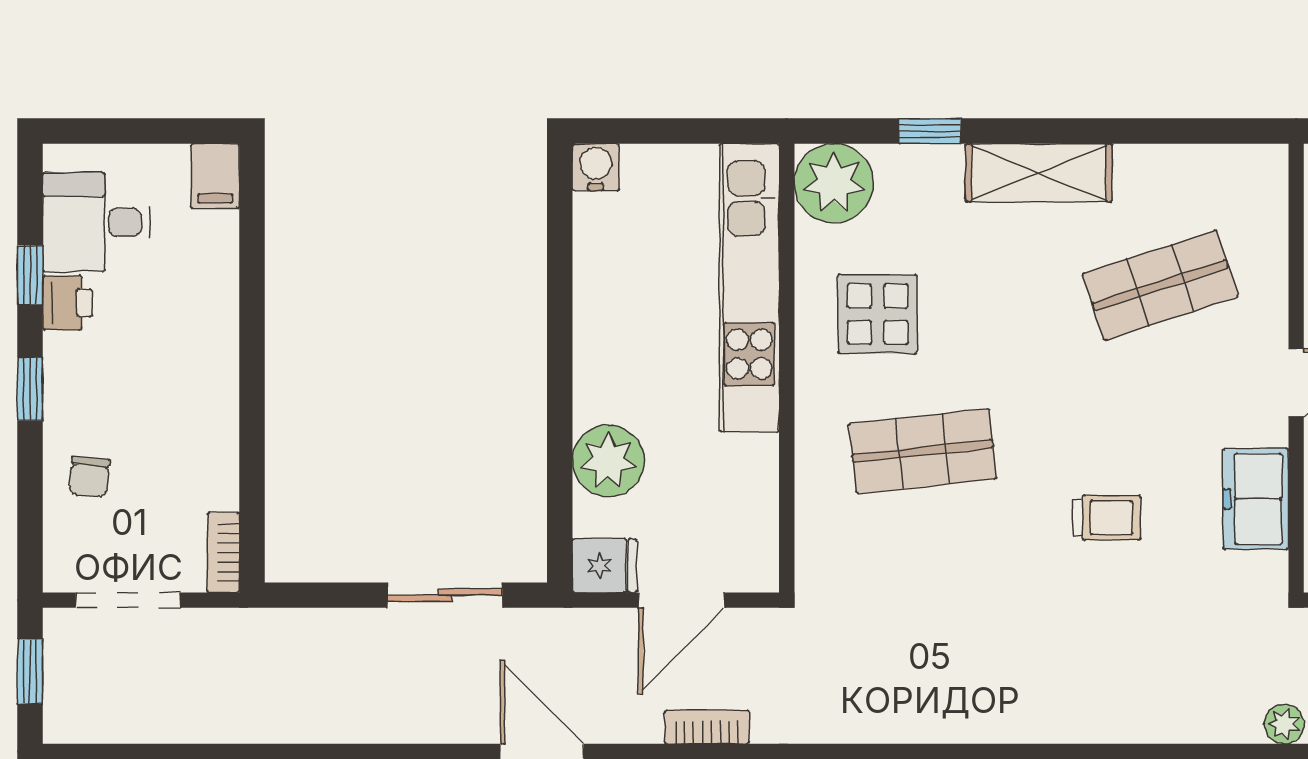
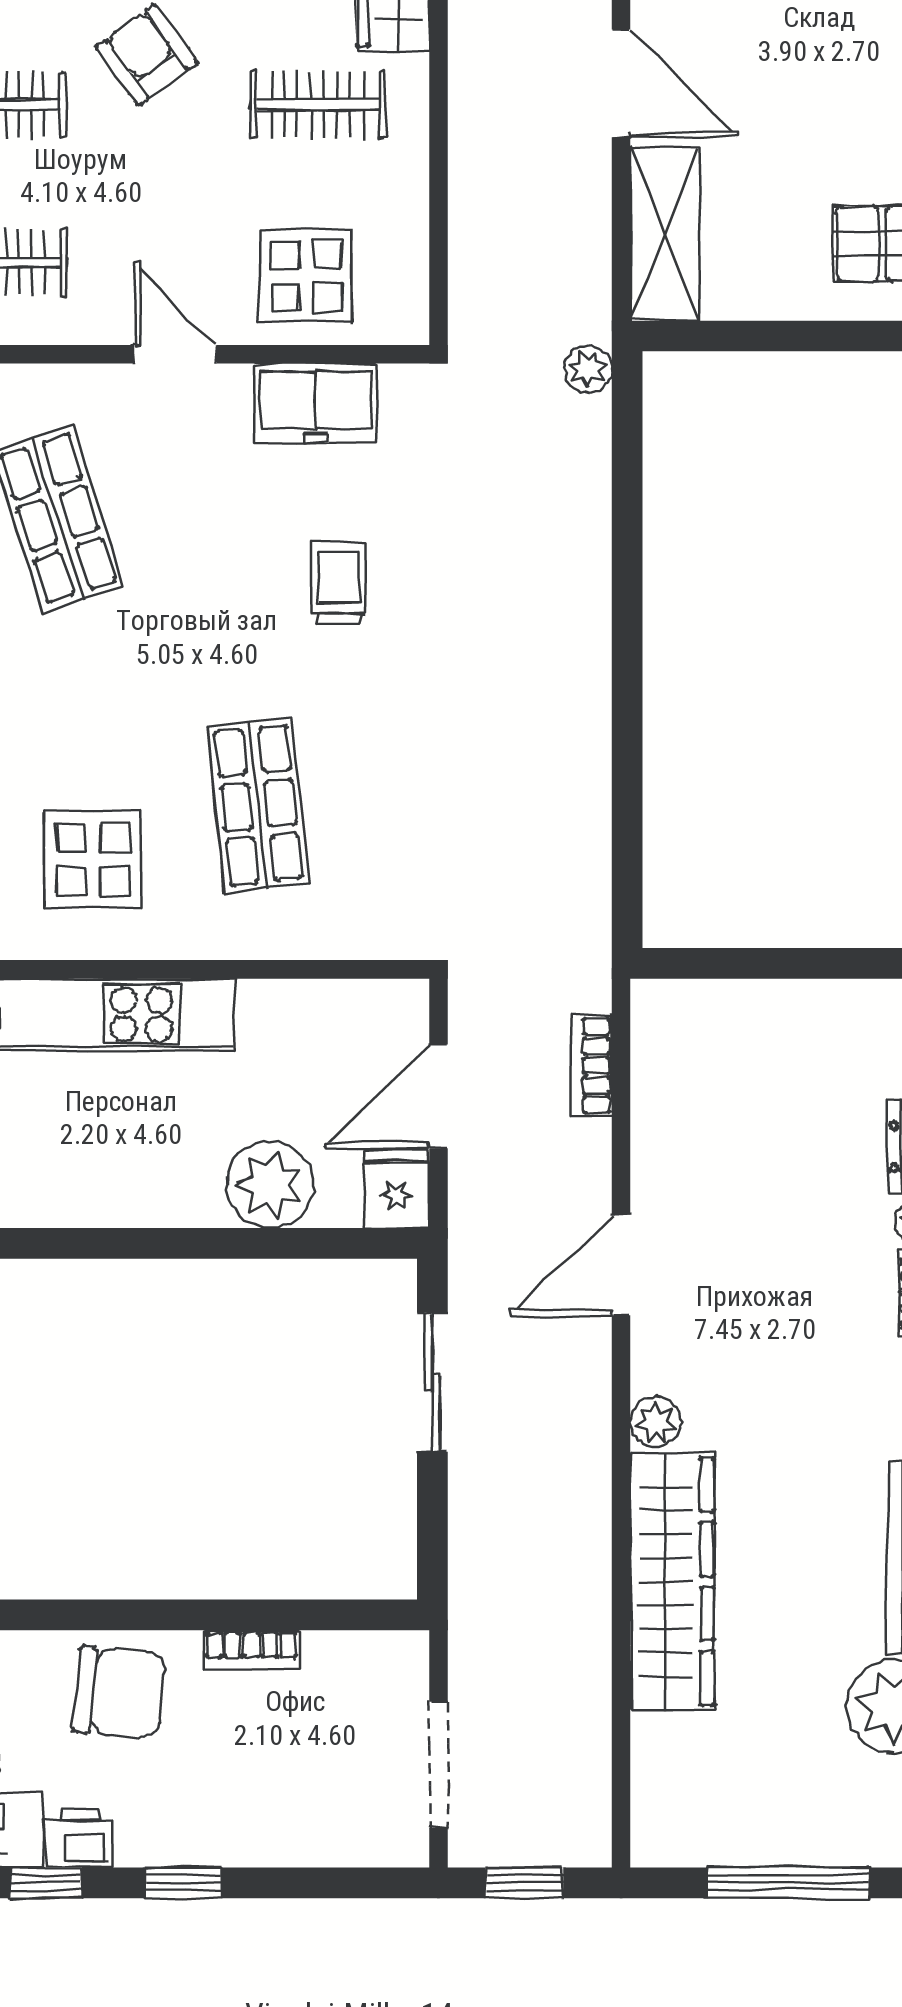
chair: (89, 477) -> (119, 1692), moved, width x1.87, depth x1.87
bookcase: (223, 553) -> (251, 1649), moved
door: (682, 600) -> (438, 1096), swing flipped

